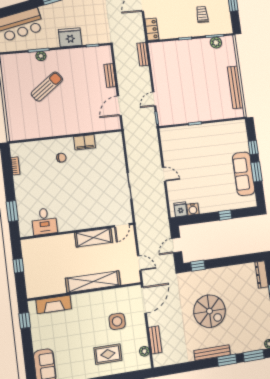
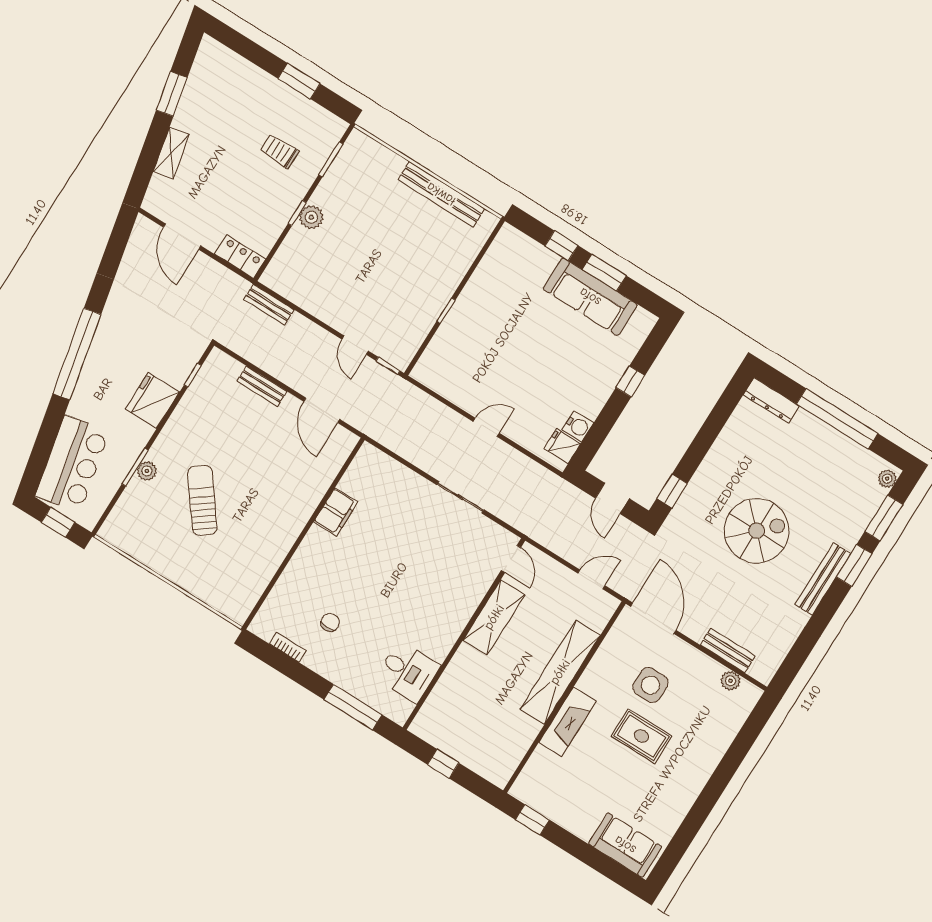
plant: (216, 43) -> (311, 217), moved
chair: (61, 158) -> (330, 622), moved
window: (12, 211) -> (353, 707), width x1.44
fireplace: (54, 304) -> (568, 722), moved
rug: (108, 354) -> (641, 736), moved, turned 90

